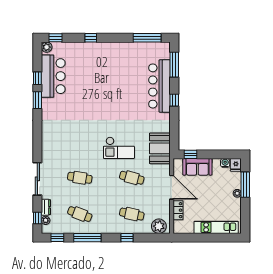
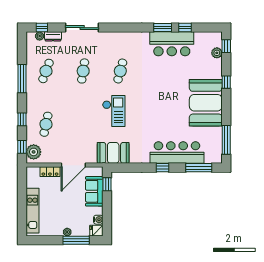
plant: (47, 47) -> (217, 53), moved
booth: (111, 58) -> (206, 103), added
bar counter: (53, 76) -> (172, 44), moved
checkout: (119, 148) -> (114, 111), turned 180
cafe table: (132, 178) -> (120, 71), moved
window: (57, 238) -> (22, 147), moved

